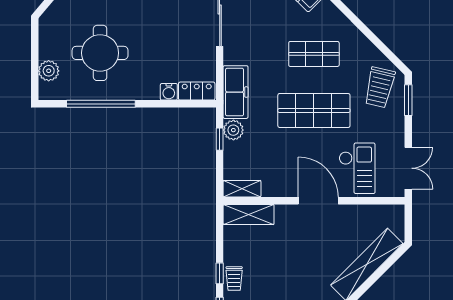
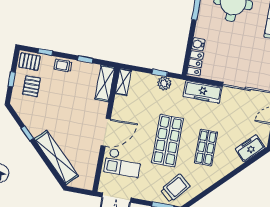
trolley: (380, 87) -> (175, 188), turned 117
freezer: (236, 92) -> (203, 92), moved
window: (220, 273) -> (85, 59), moved

